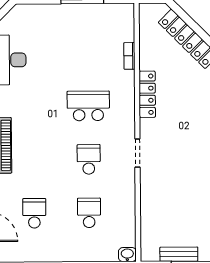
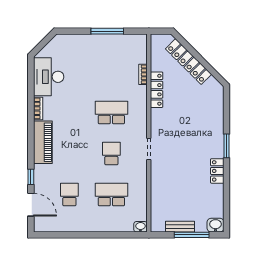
locker: (147, 94) -> (157, 90), moved
school desk: (89, 213) -> (111, 195), width x1.85

